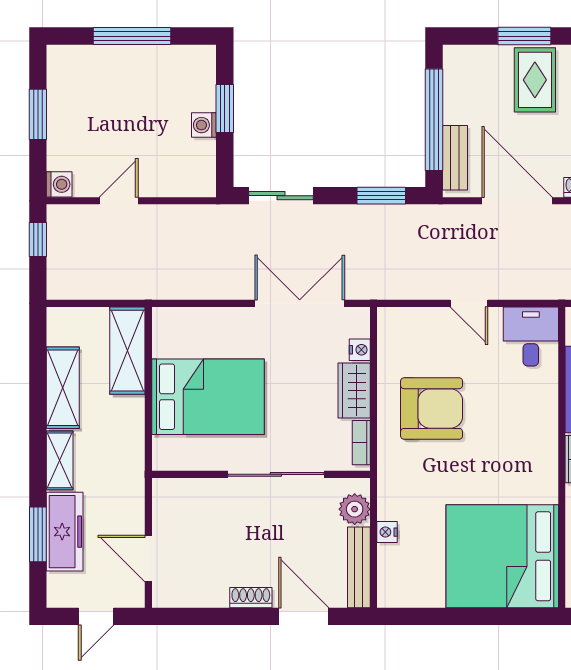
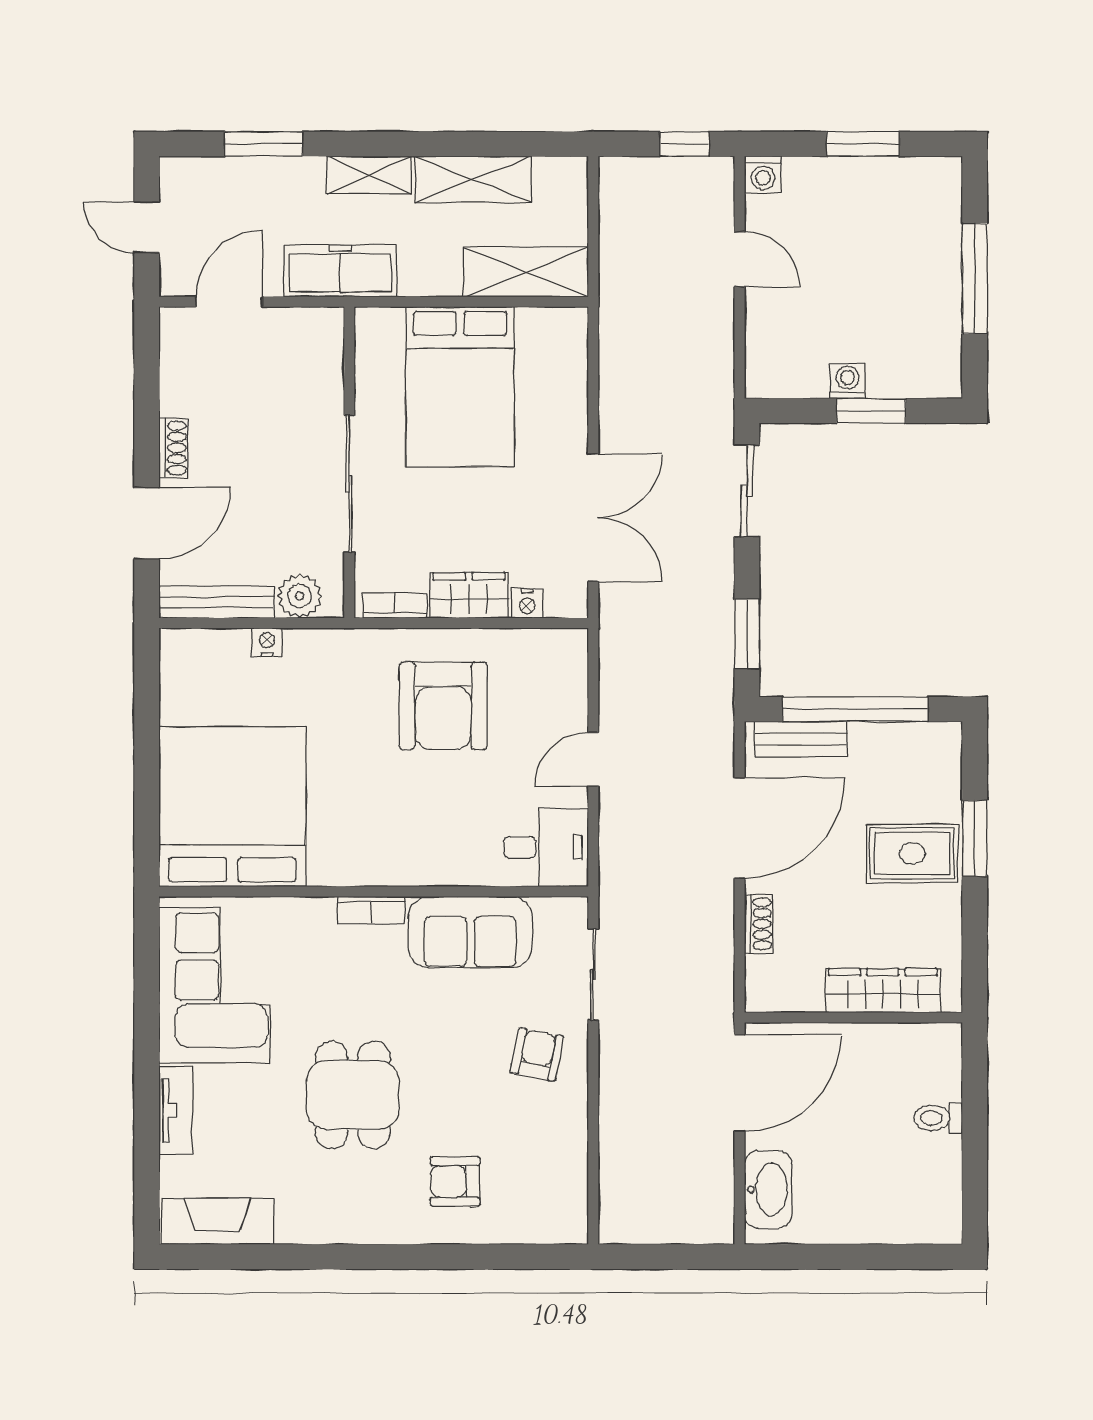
freezer: (65, 532) -> (340, 271), moved, turned 180

